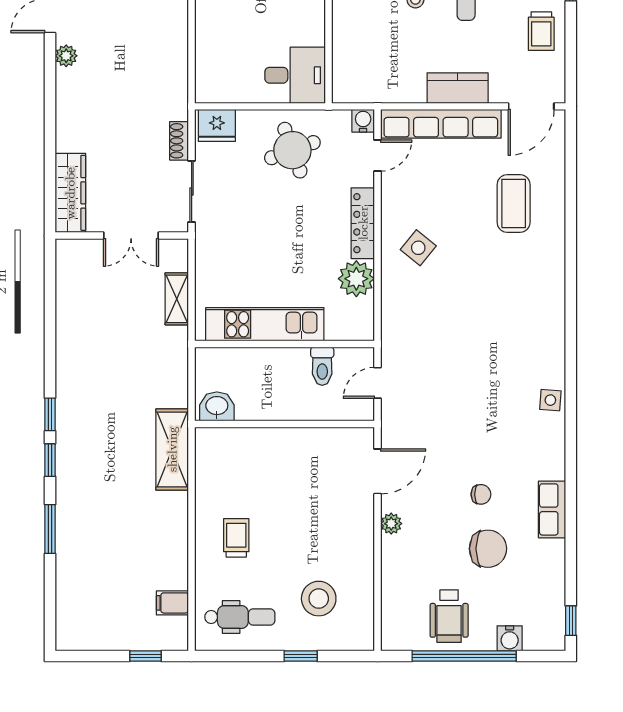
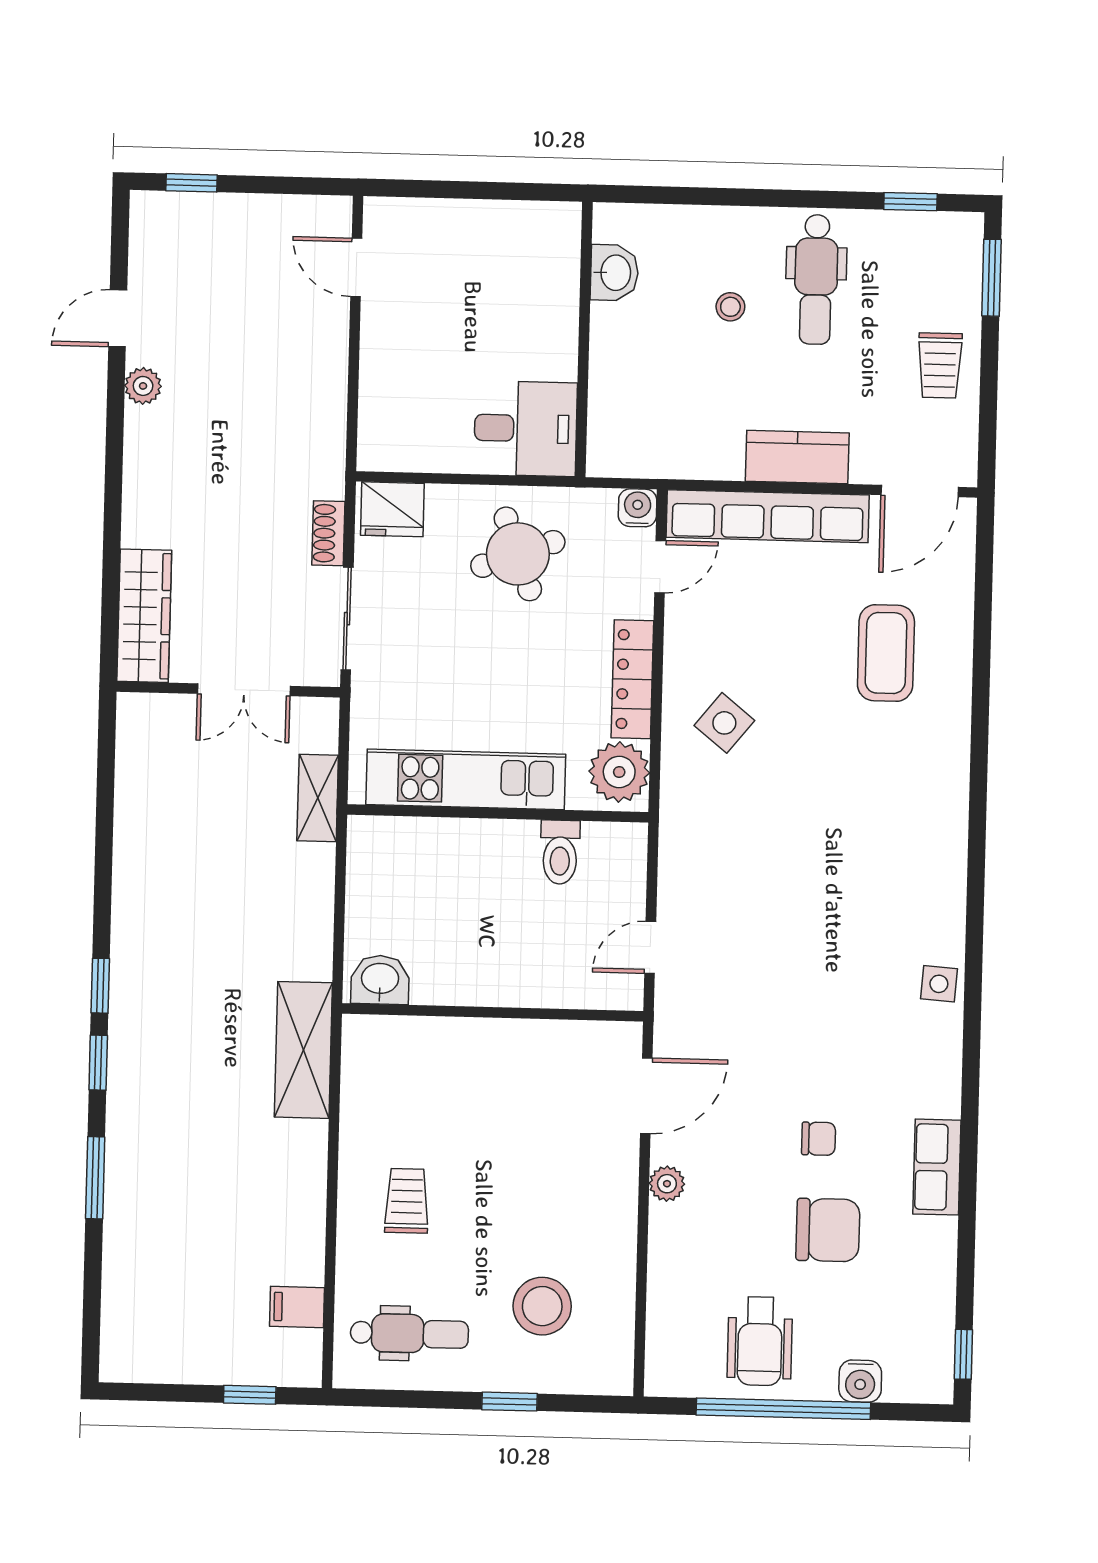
kitchen unit: (265, 324) -> (466, 779), moved
wall: (285, 344) -> (498, 813), moved
toilet: (322, 366) -> (560, 852), moved

